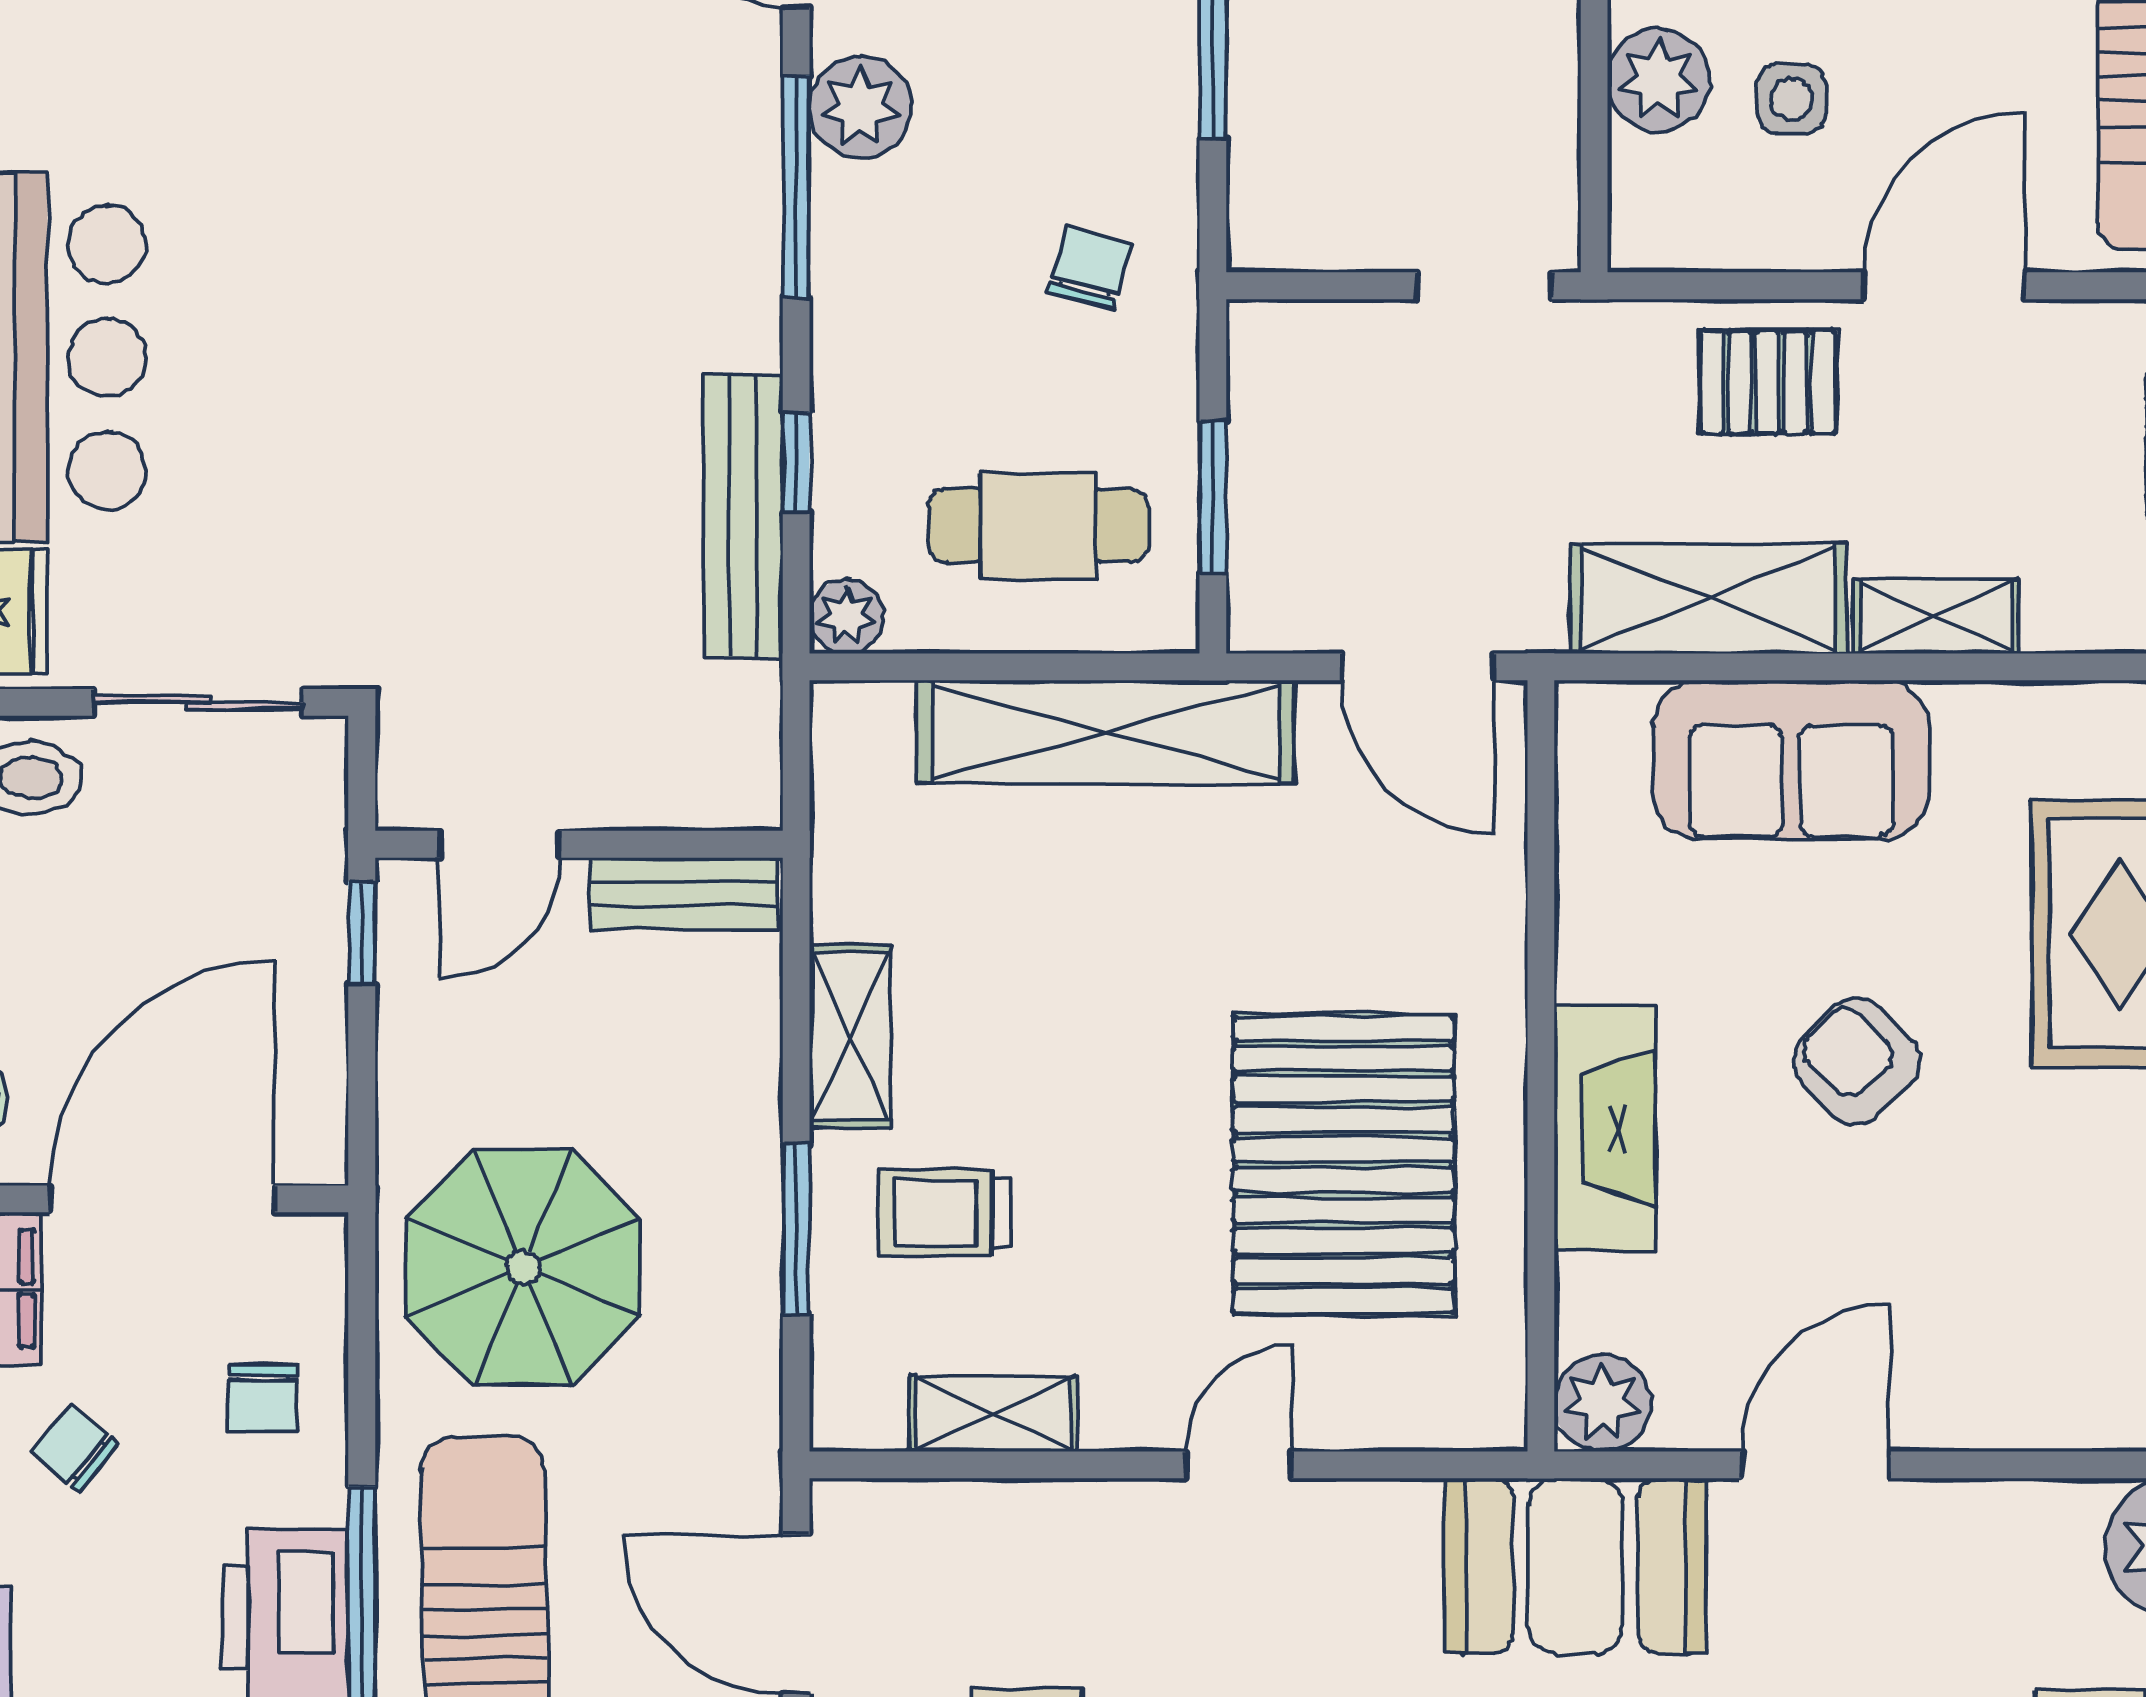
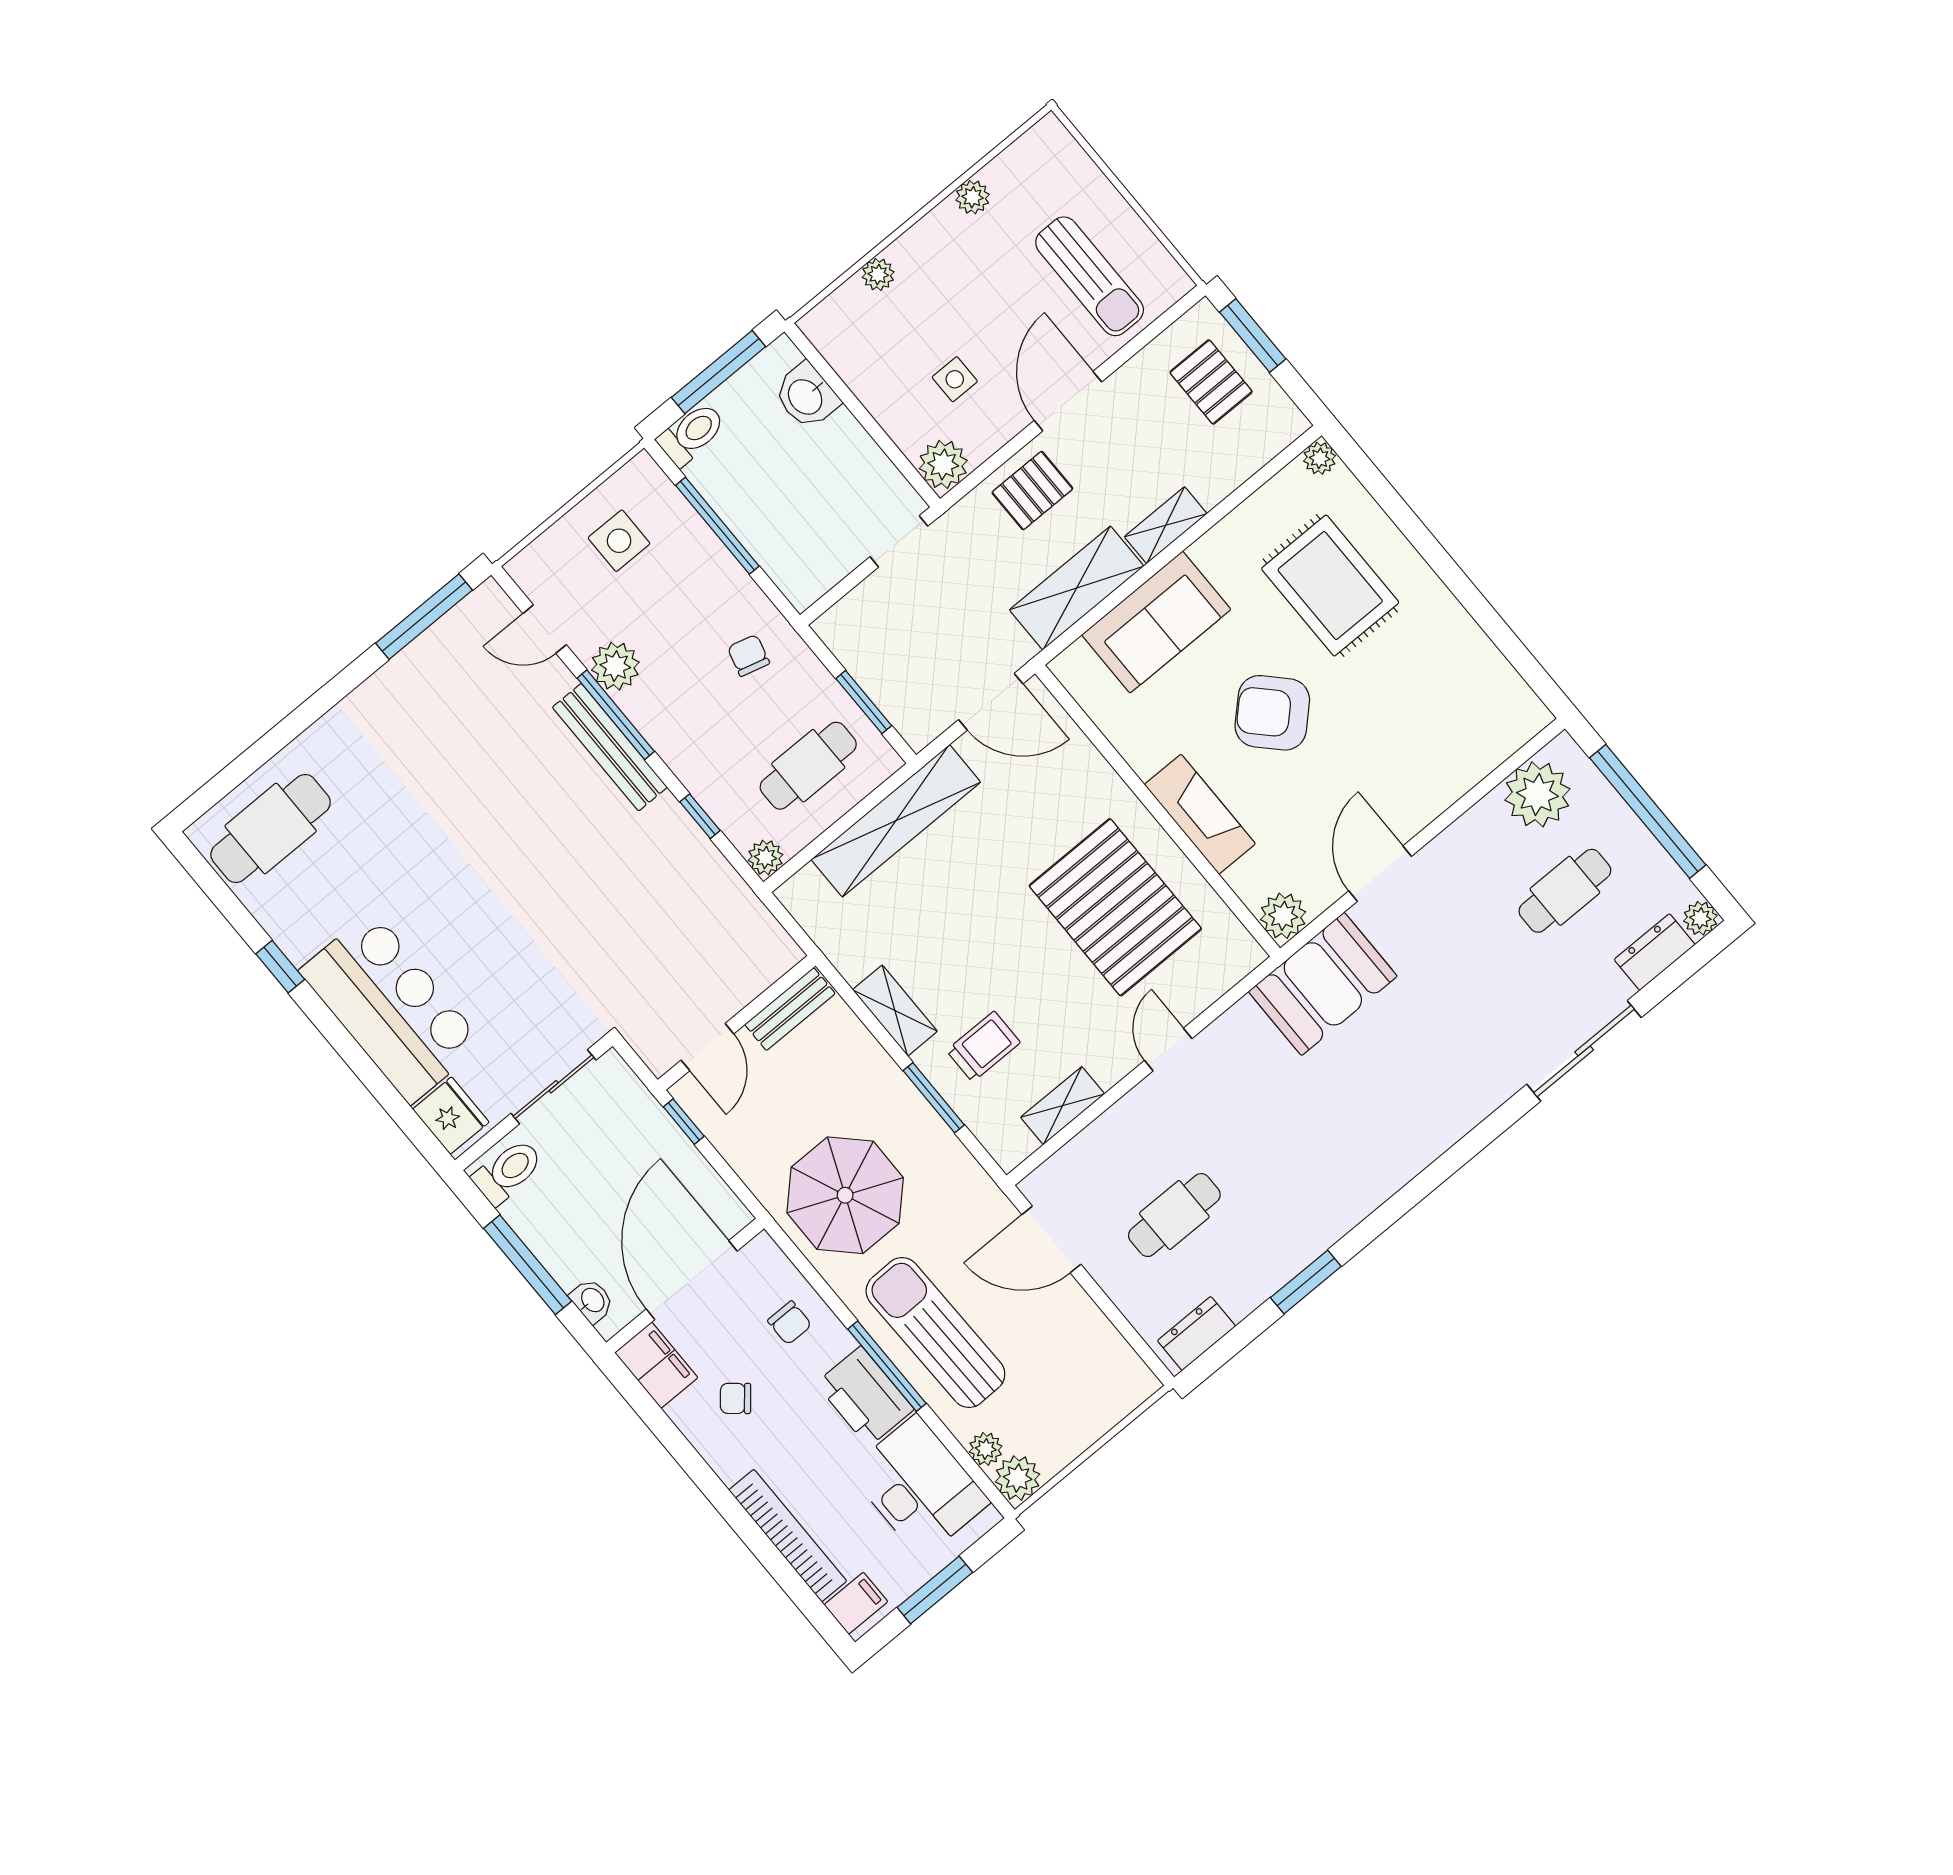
plant: (1659, 80) -> (943, 464), moved
bench: (743, 515) -> (610, 747), moved
armchair: (1857, 1061) -> (1272, 713), width x1.38, depth x1.38
trolley: (945, 1213) -> (983, 1047), turned 180

